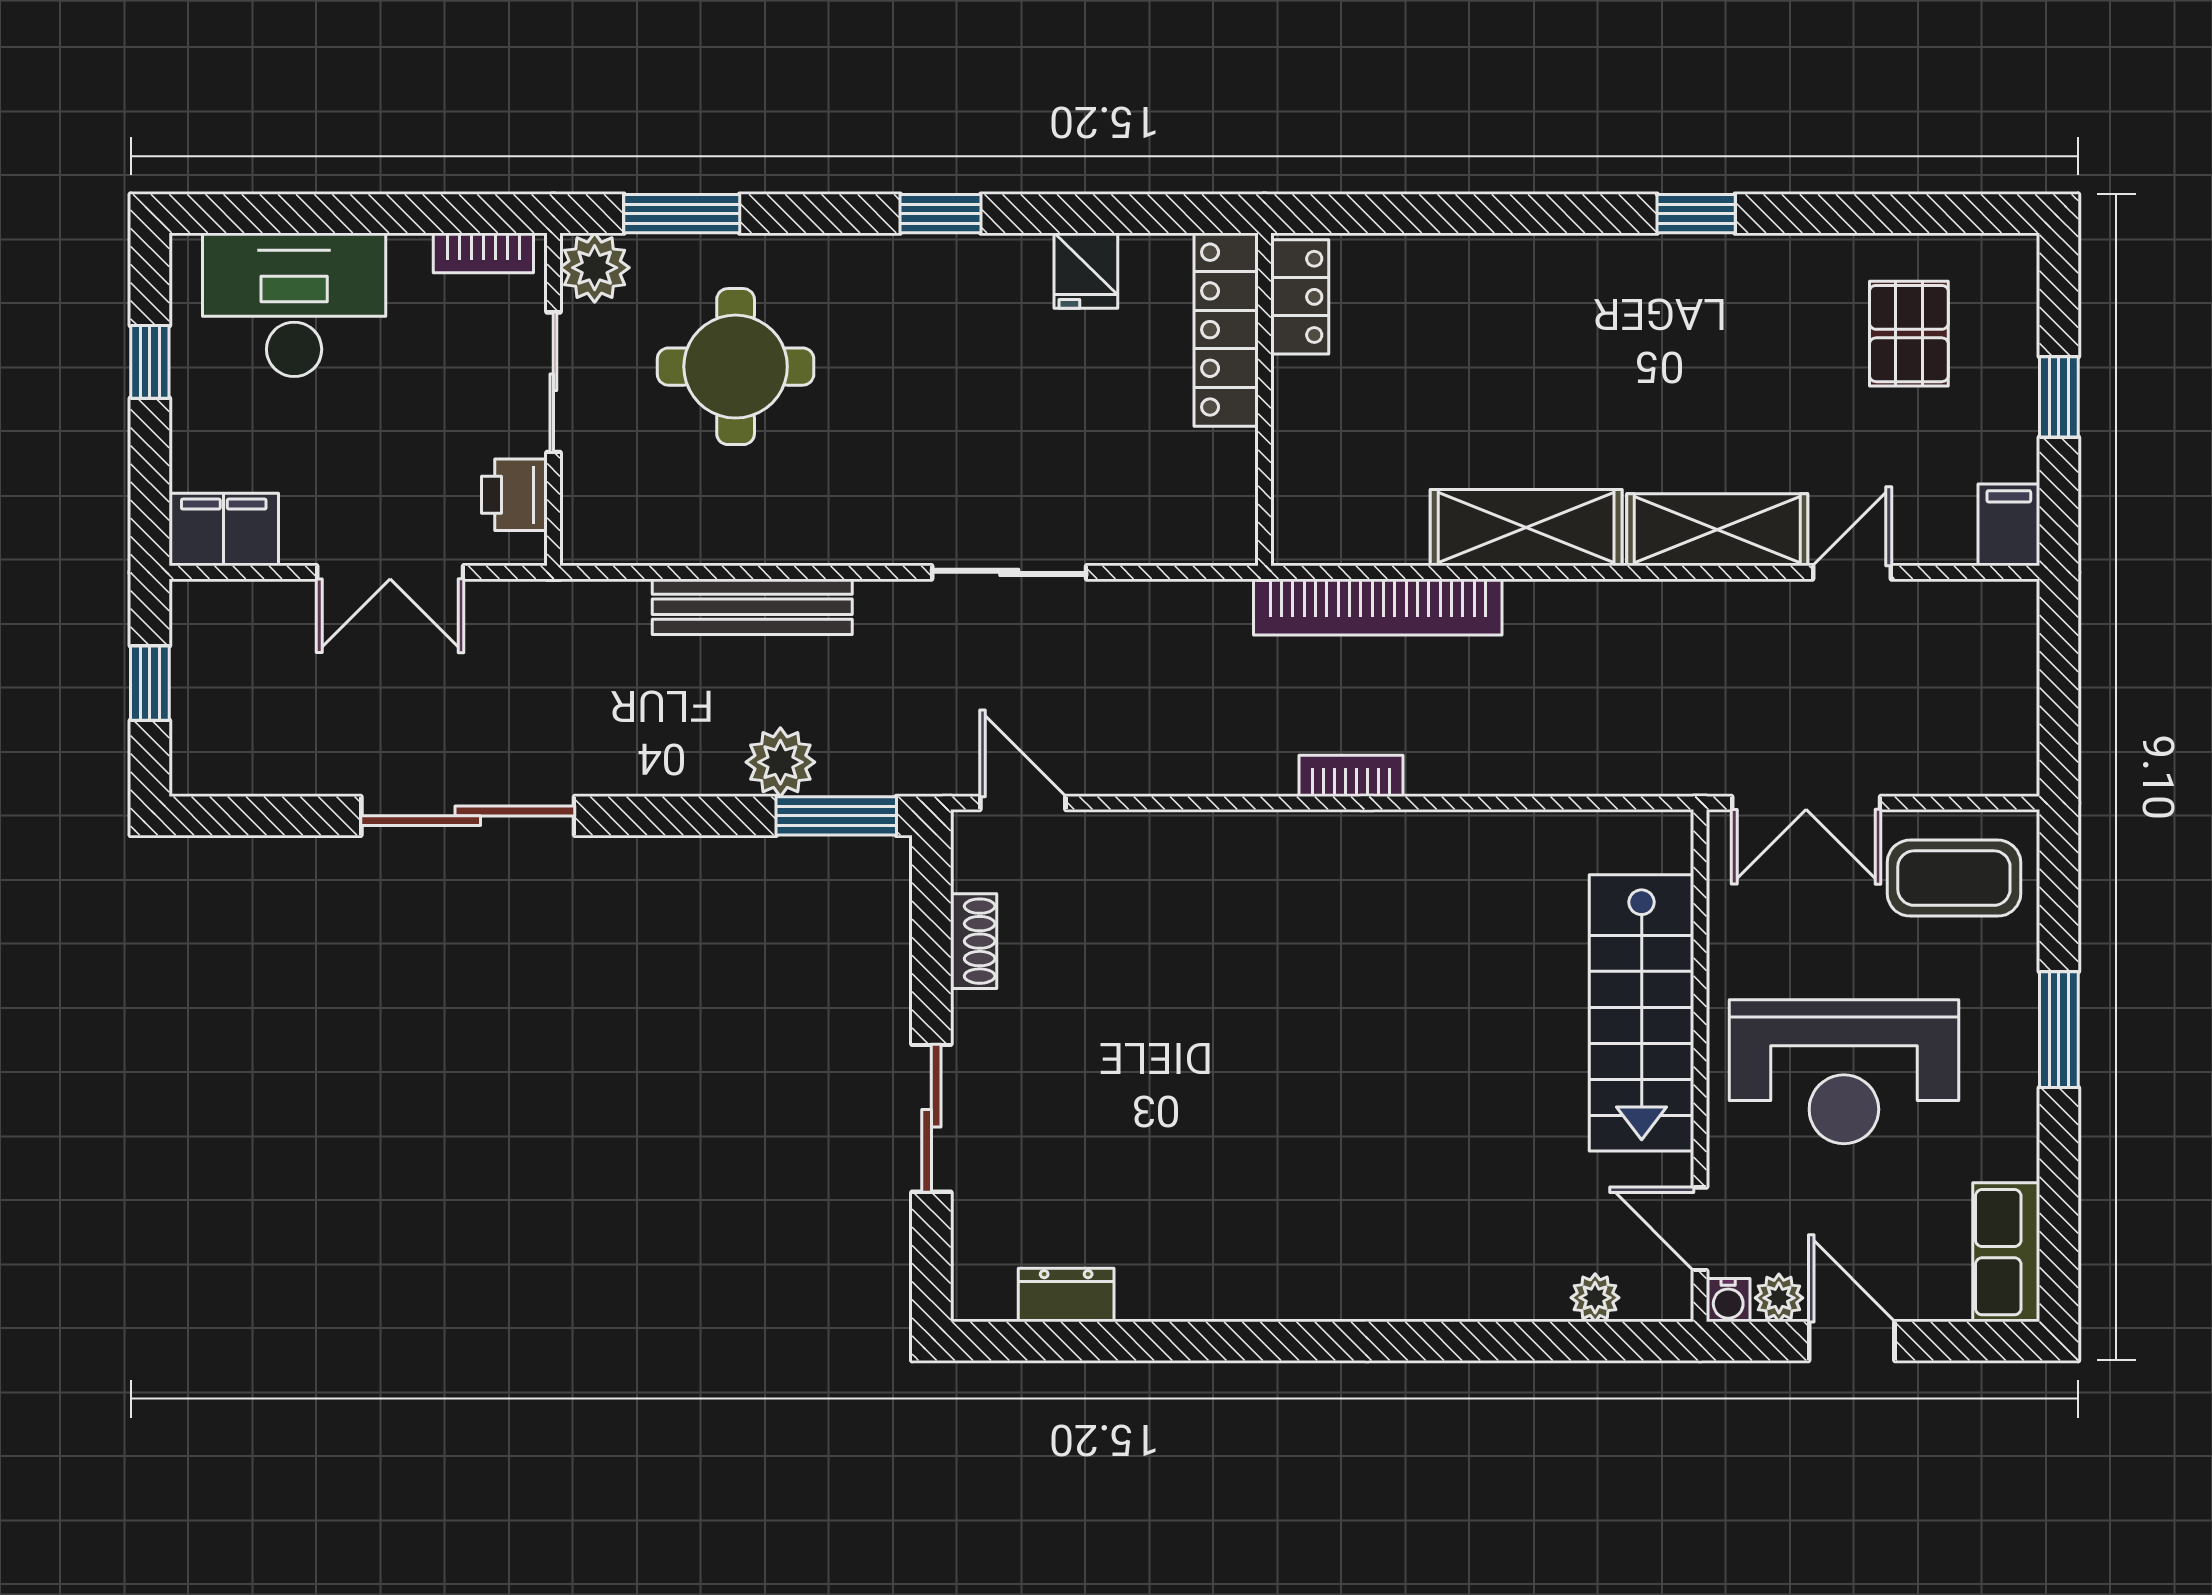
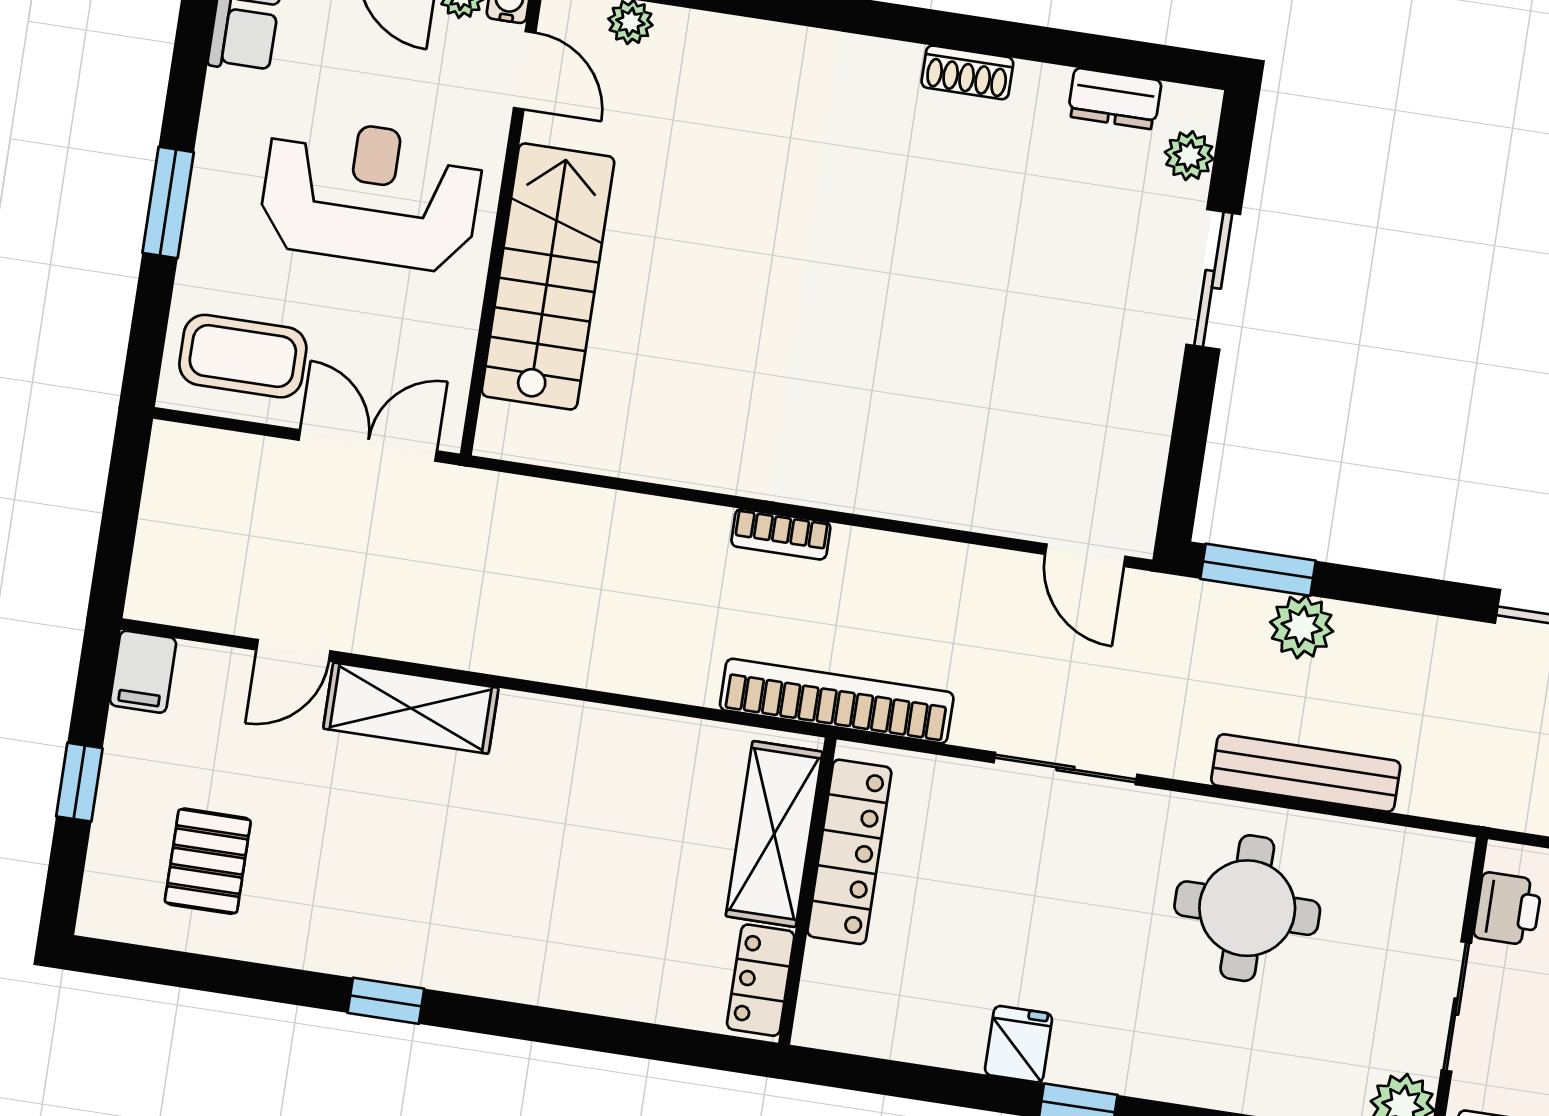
fridge: (1086, 271) -> (1018, 1044), moved
locker: (1226, 330) -> (849, 852), moved
round table: (736, 367) -> (1247, 908), moved
shelving: (1526, 528) -> (774, 834), moved, turned 90
bookcase: (1378, 607) -> (837, 701), moved
shoe rack: (974, 941) -> (967, 72), moved, turned -90
plant: (977, 1246) -> (1189, 156), added

